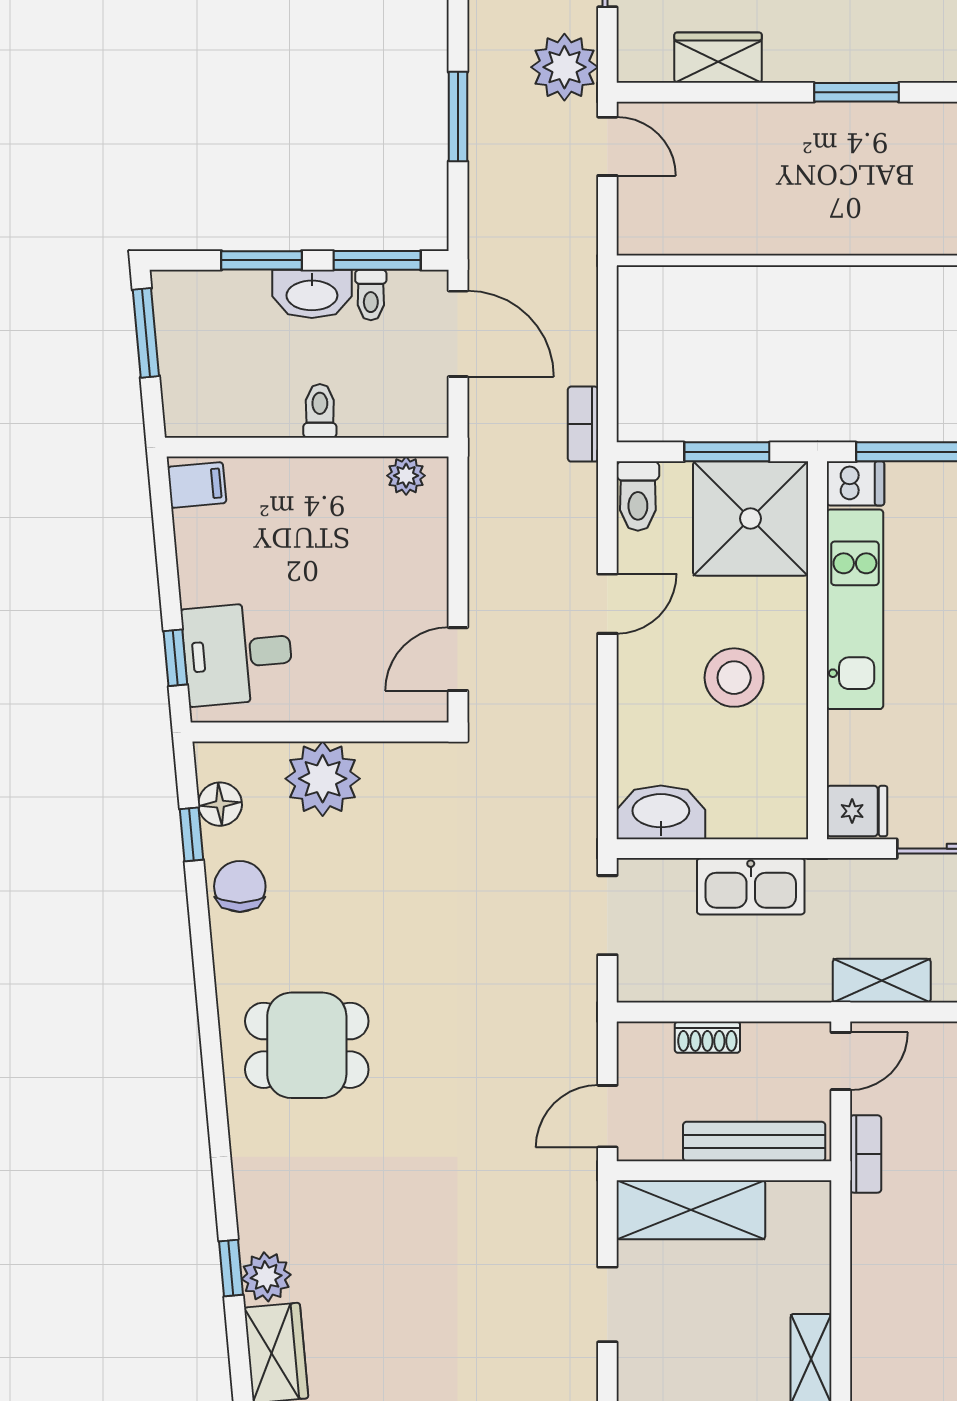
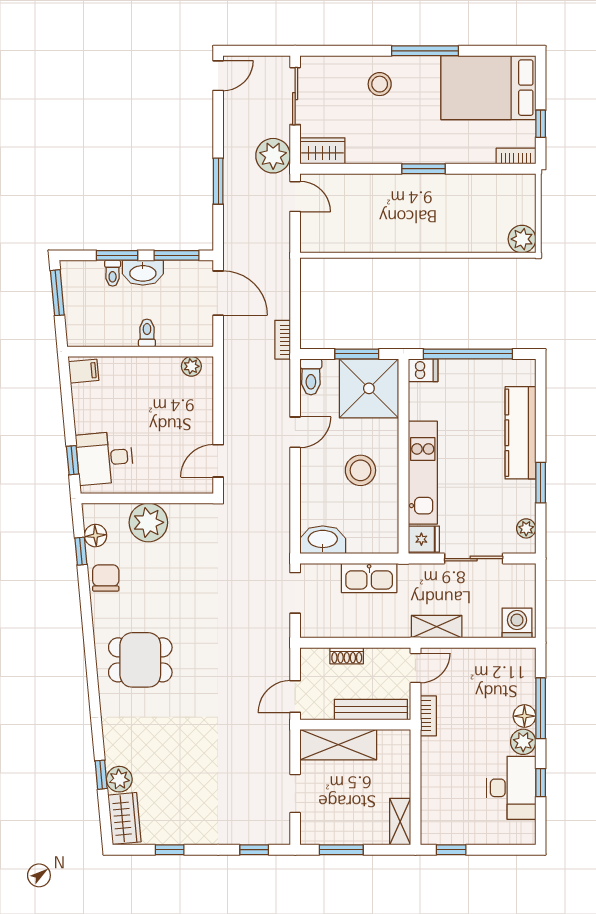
wardrobe: (718, 58) -> (322, 151), moved
toilet: (371, 295) -> (113, 273), moved
kitchen unit: (855, 609) -> (423, 473), moved

